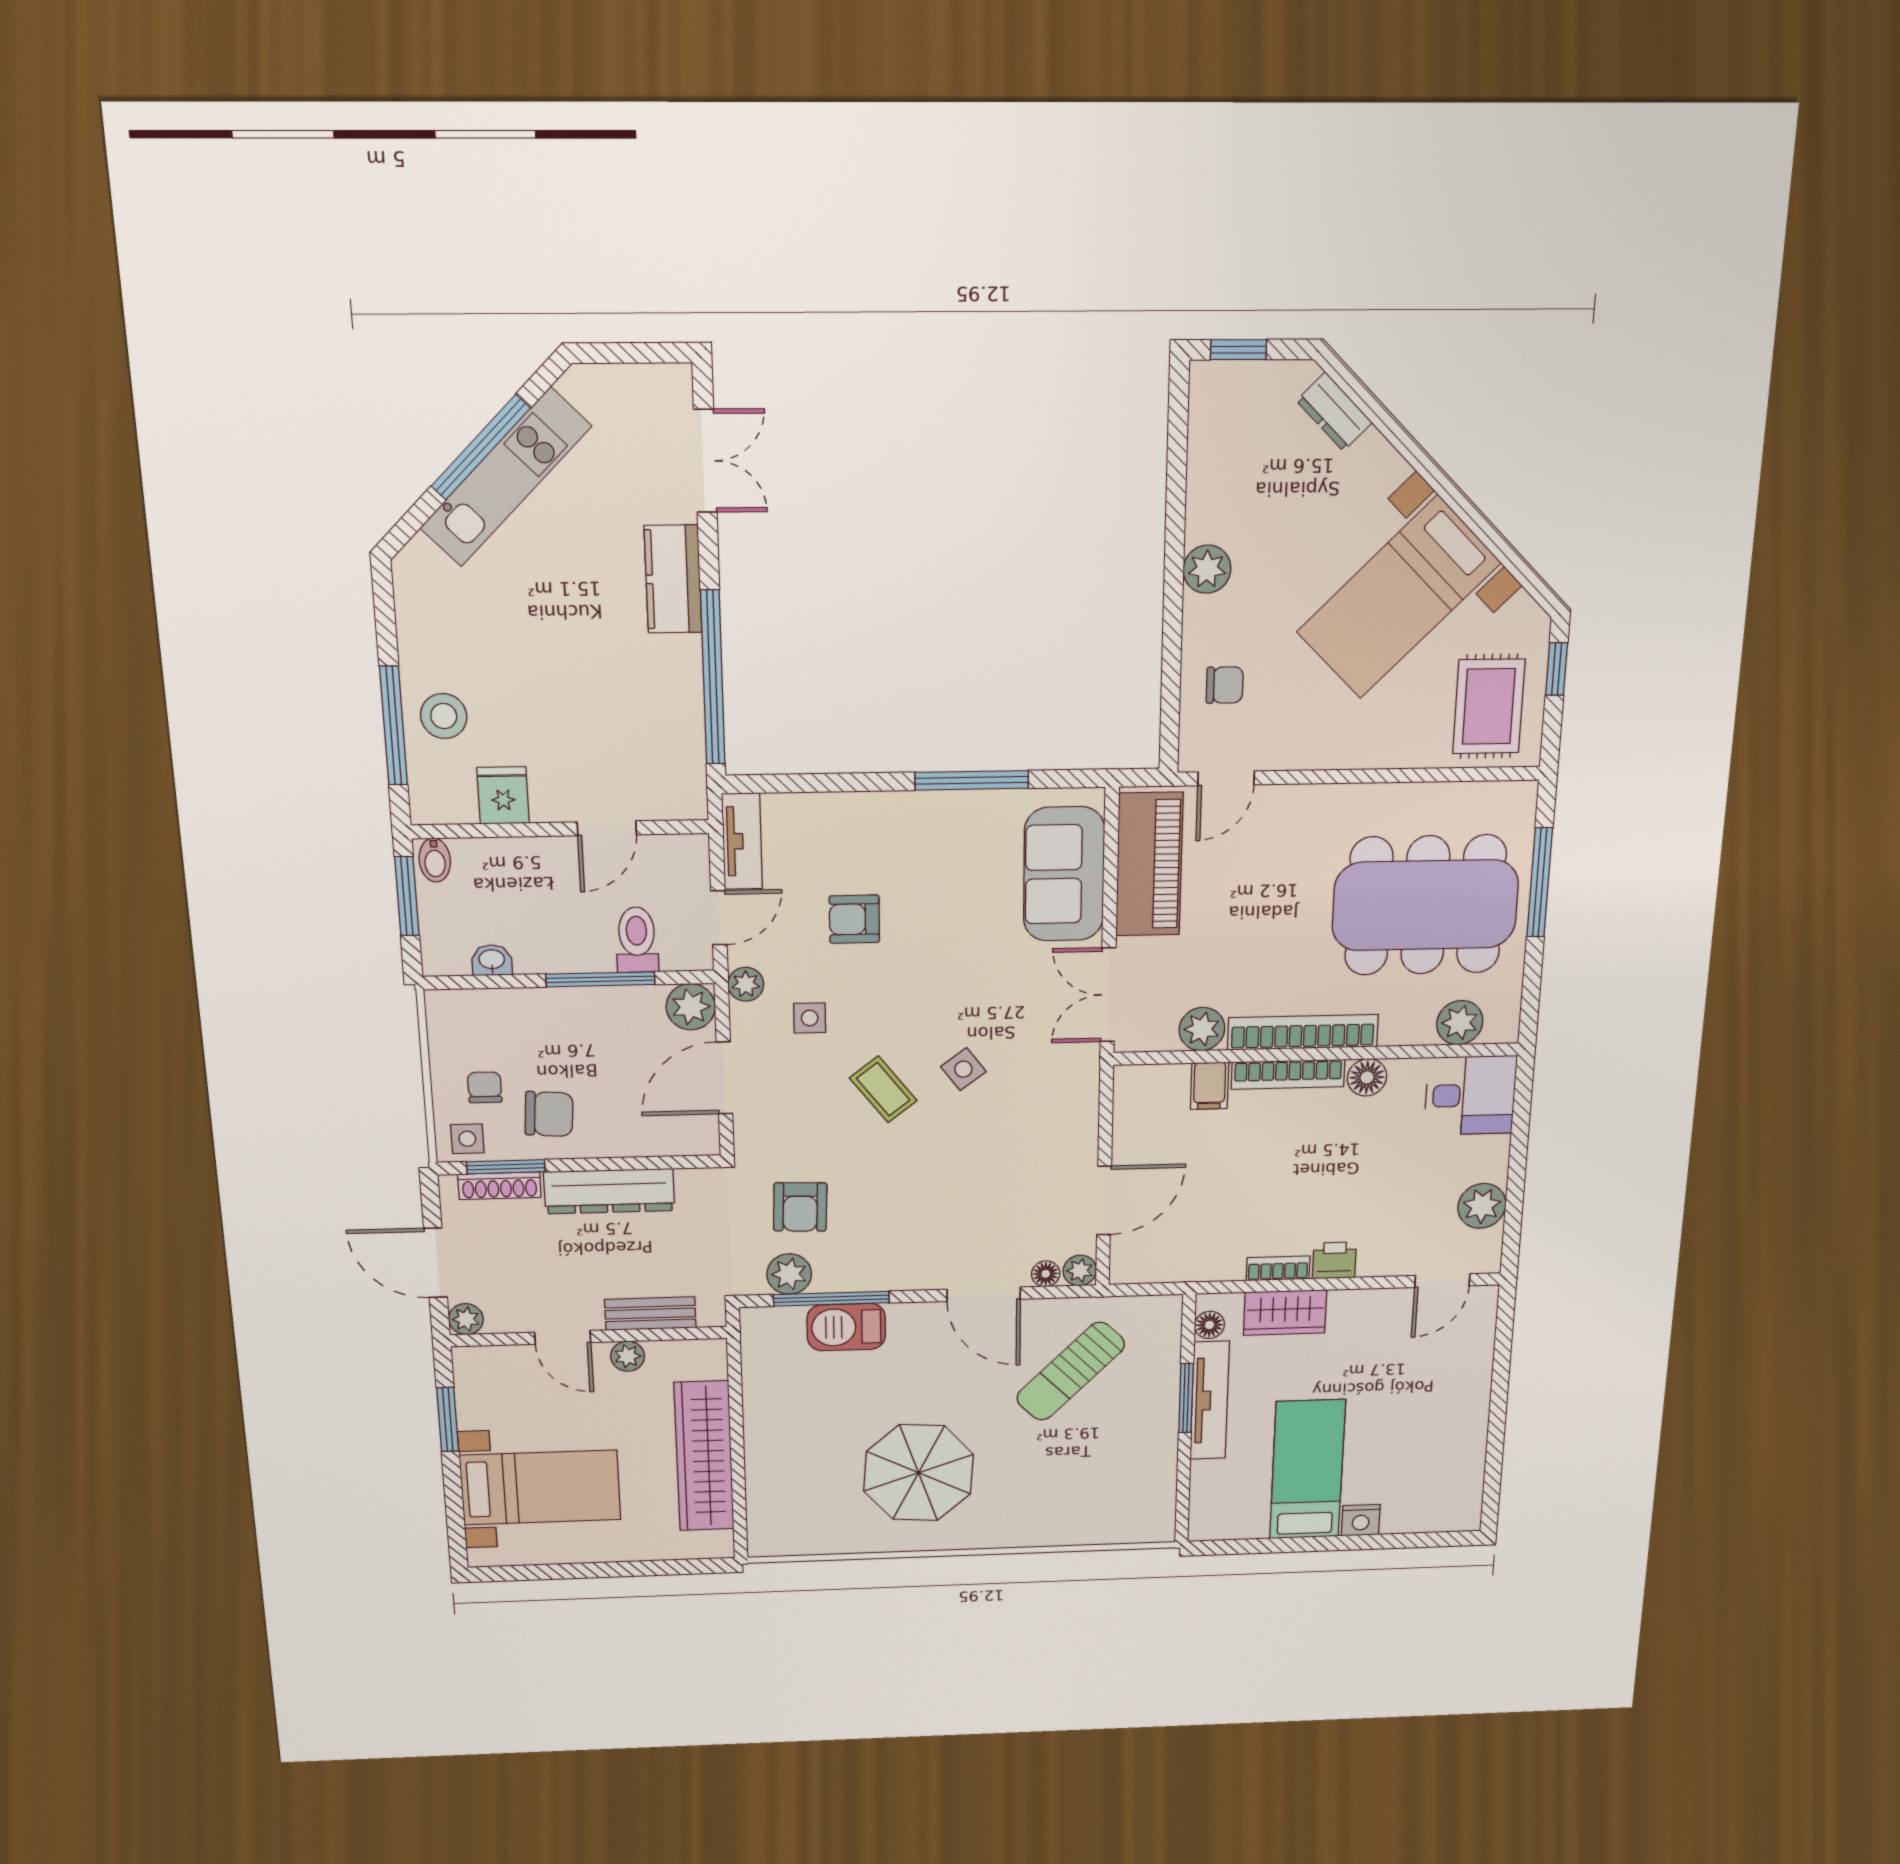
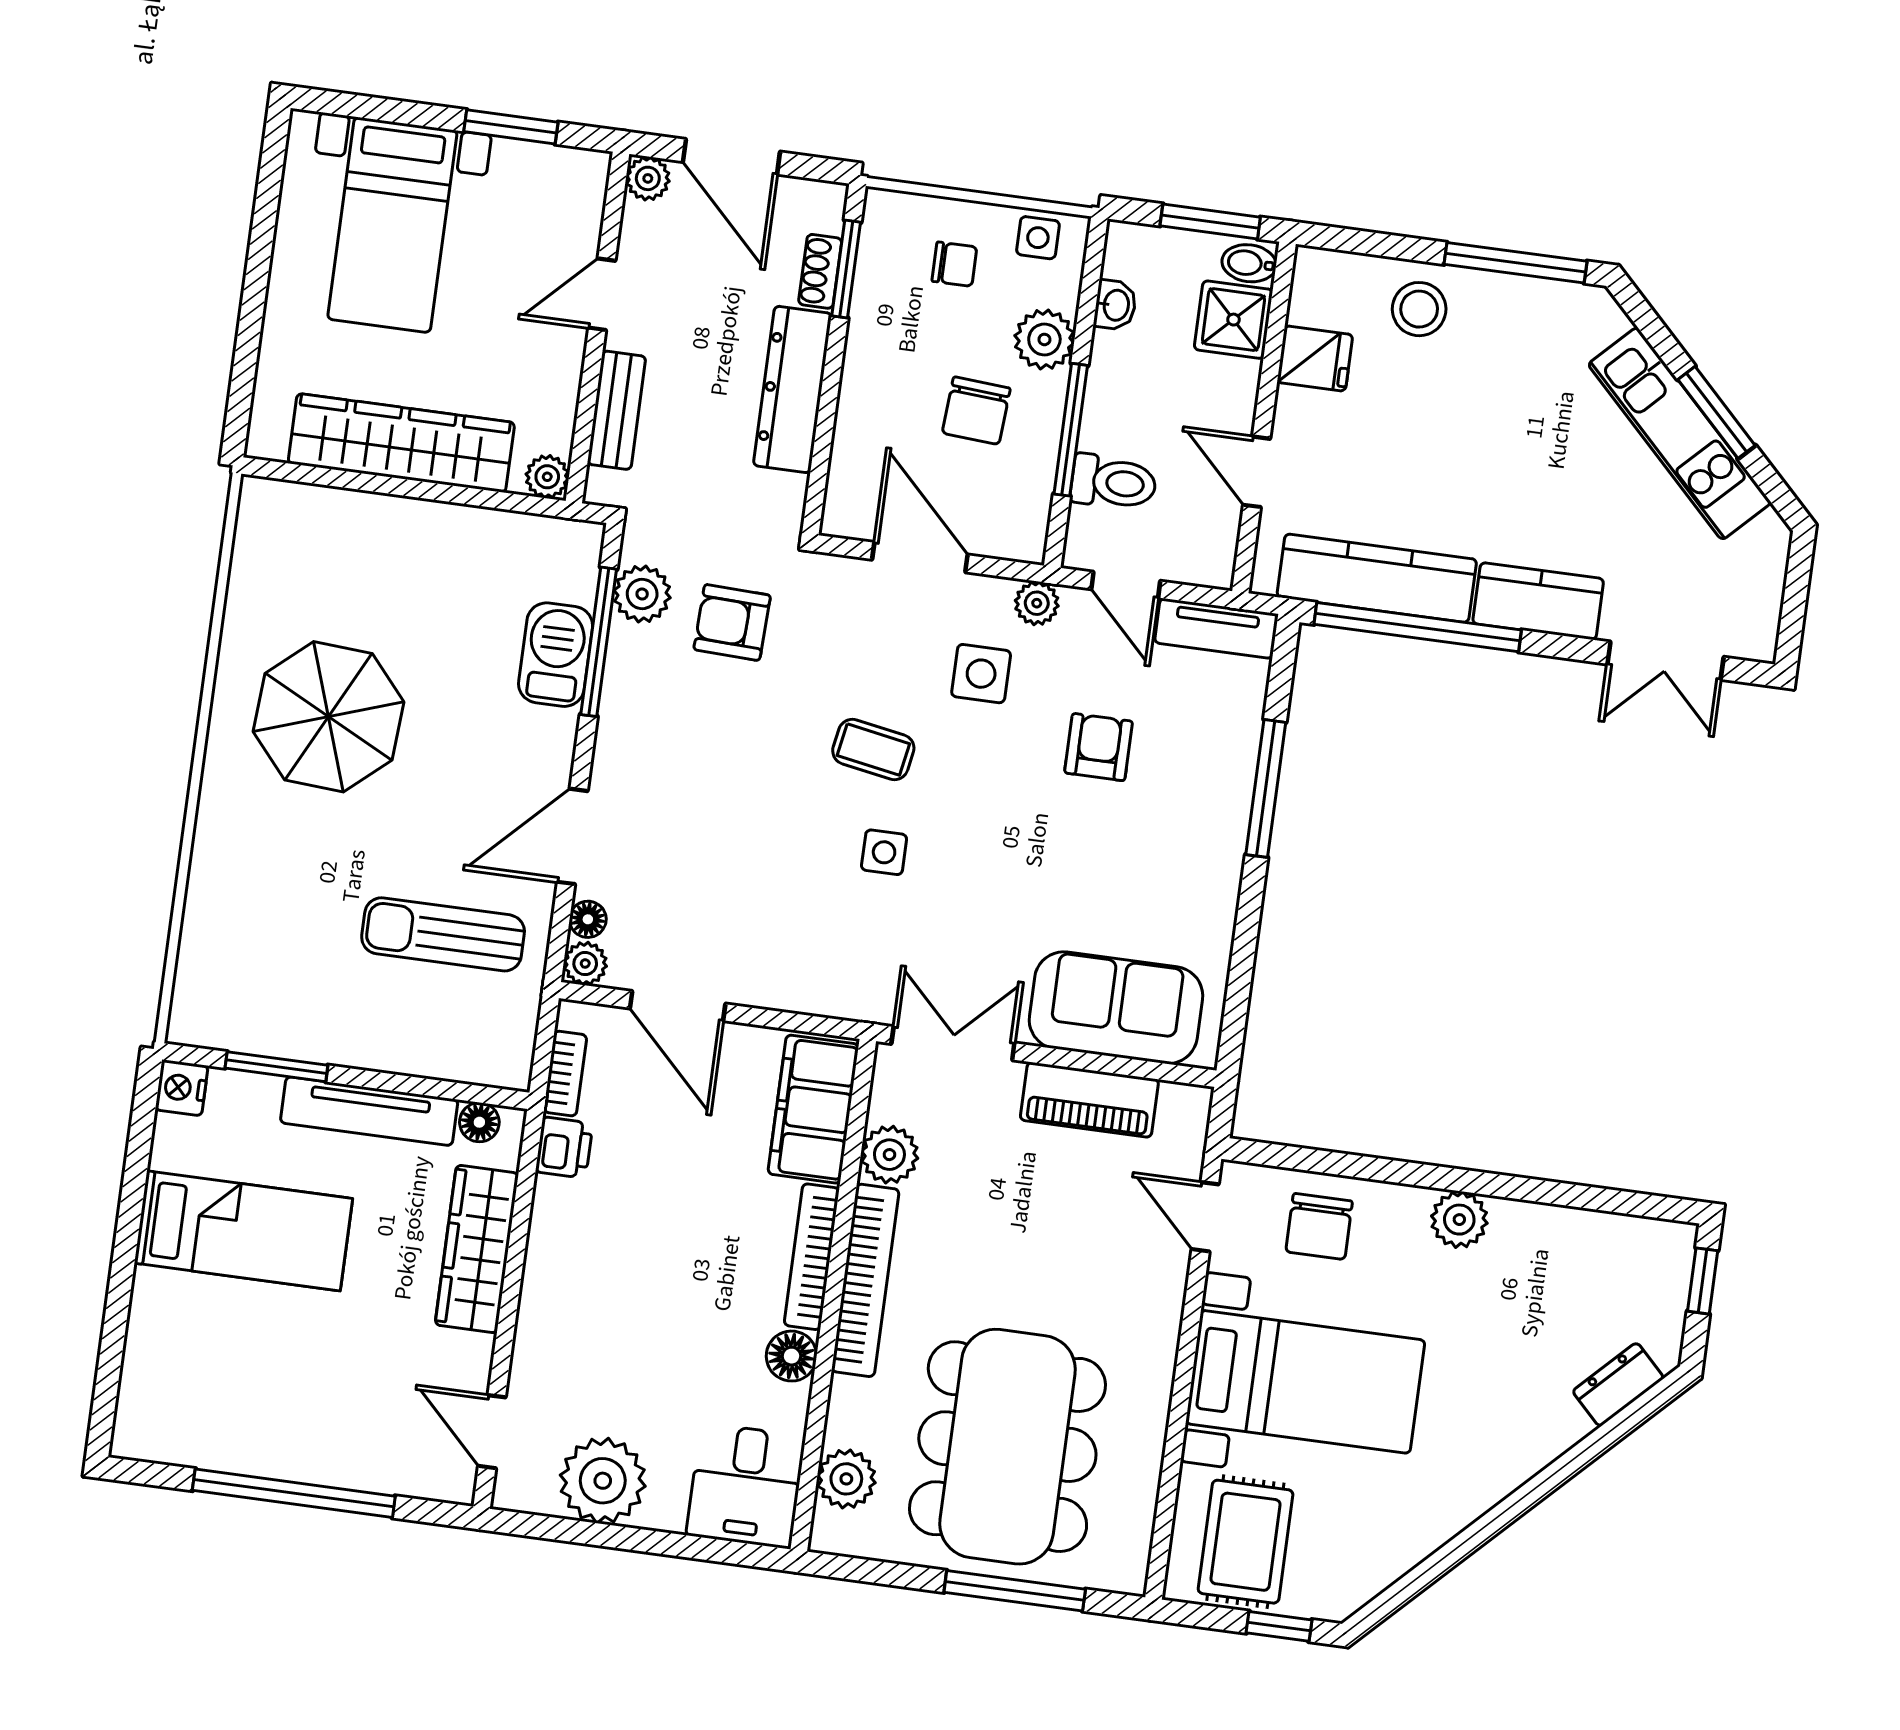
window: (481, 447) -> (1717, 412), width x0.69
bed with nightstands: (1399, 597) -> (1305, 1382), moved, turned 135
chair: (1225, 685) -> (1319, 1226), width x1.37, depth x1.37
rug: (1489, 706) -> (1246, 1542), turned 90
kitchen counter: (678, 718) -> (1377, 578), added
window: (394, 726) -> (1516, 263), moved
window: (972, 780) -> (1266, 788), moved
piano: (1149, 864) -> (1089, 1100), width x0.73, depth x0.75
shower: (484, 866) -> (1233, 320), added
plant: (691, 1007) -> (1044, 339), moved
side table: (810, 1018) -> (981, 674), width x1.37, depth x1.37
side table: (963, 1069) -> (884, 852), turned 37
filing cabinet: (1209, 1086) -> (813, 1109), width x3.00, depth x1.17
coffee table: (883, 1089) -> (873, 750), turned 48
chair: (549, 1114) -> (976, 411), moved
side table: (467, 1139) -> (1038, 238), moved
shoe rack: (499, 1186) -> (820, 271), width x0.70
plant: (1482, 1206) -> (603, 1481), width x1.36, depth x1.36
printer: (1334, 1260) -> (564, 1148), moved
door: (435, 1263) -> (731, 157), swing flipped
bookcase: (1278, 1268) -> (565, 1074), moved
wardrobe: (1285, 1313) -> (477, 1249), width x1.50
plant: (628, 1356) -> (547, 477), moved
sun lounger: (1071, 1371) -> (443, 934), turned -45
window: (1186, 1398) -> (276, 1067), moved
window: (1498, 1407) -> (294, 1493), added
nightstand: (1361, 1520) -> (182, 1088), moved

